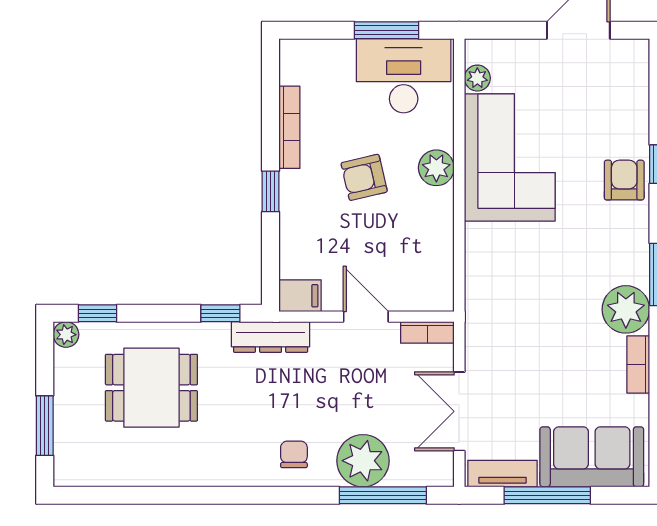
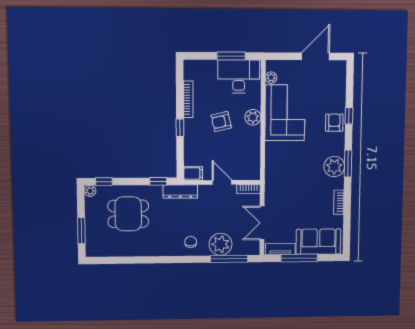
plant: (626, 309) -> (334, 167), moved

